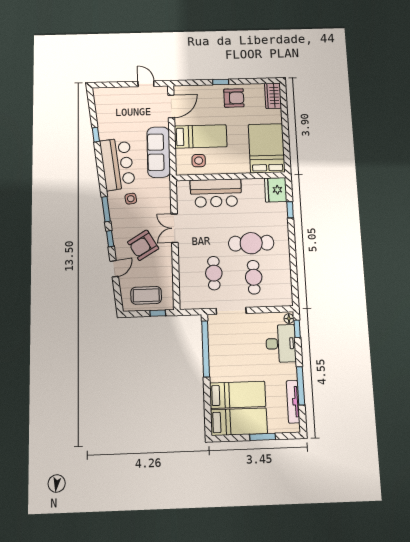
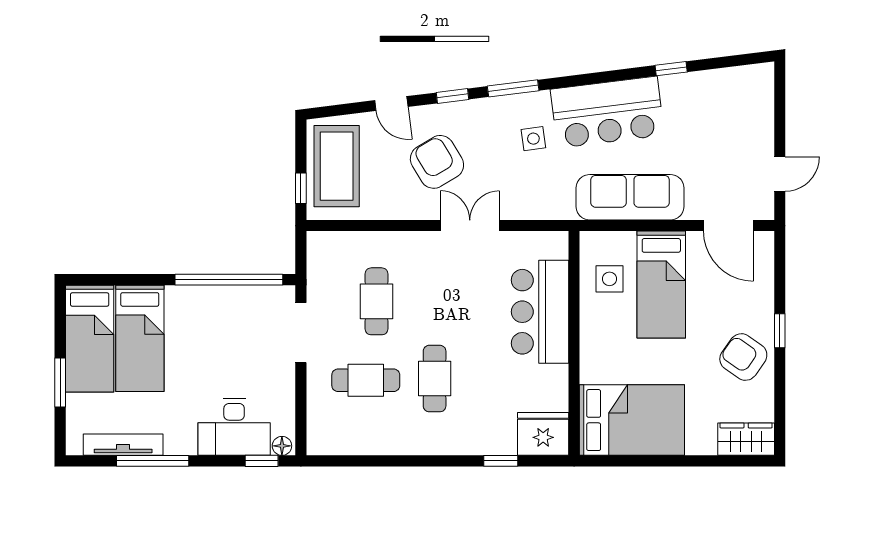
armchair: (234, 98) -> (743, 357), turned 125
cafe table: (251, 243) -> (435, 379), width x0.73, depth x0.74
cafe table: (214, 273) -> (376, 301), turned 90
coffee table: (146, 295) -> (337, 166), width x1.36, depth x1.32

